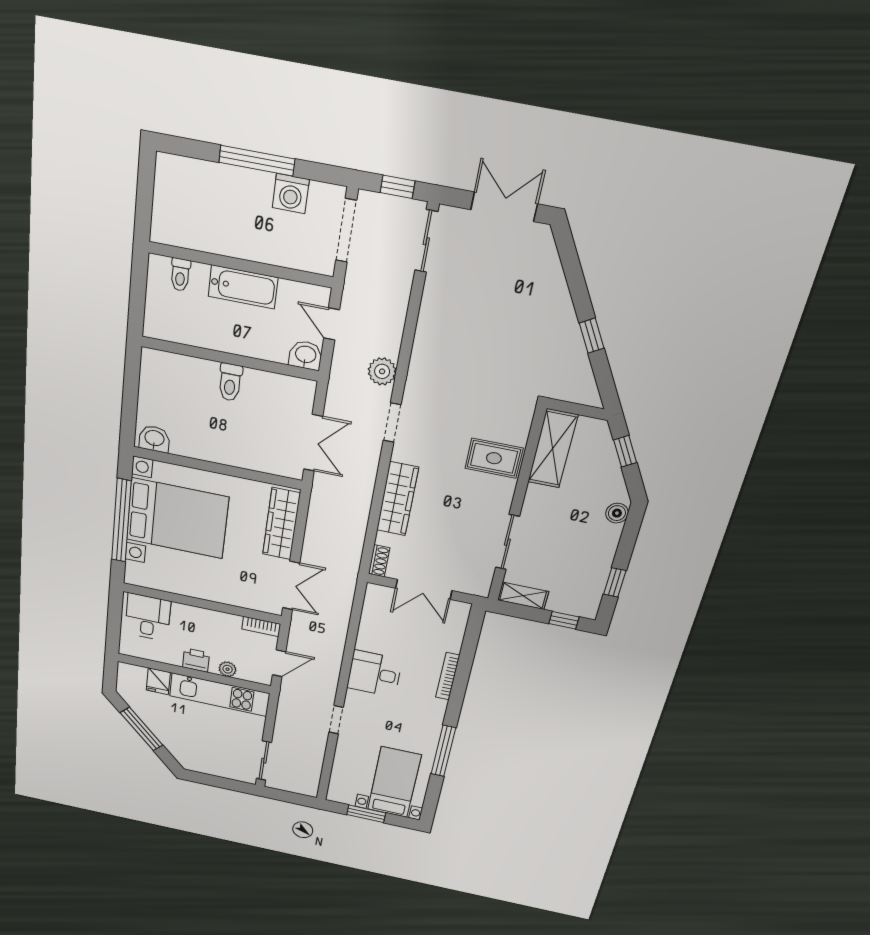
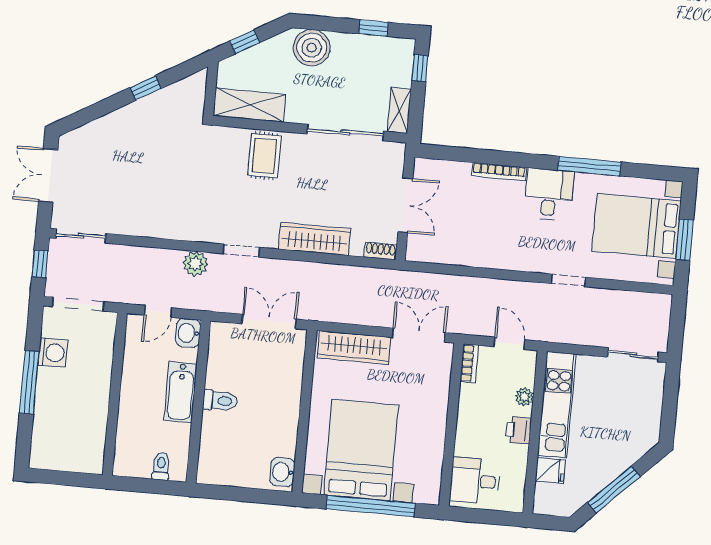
toilet: (180, 275) -> (161, 466), moved, turned -90
bathtub: (243, 287) -> (181, 392), moved, turned 180
boiler: (617, 513) -> (312, 48), width x1.86, depth x1.86
sliding door: (507, 542) -> (345, 132), width x1.37
desk: (374, 674) -> (549, 194), moved, turned 180
bed with nightstands: (394, 782) -> (637, 226), width x1.36

